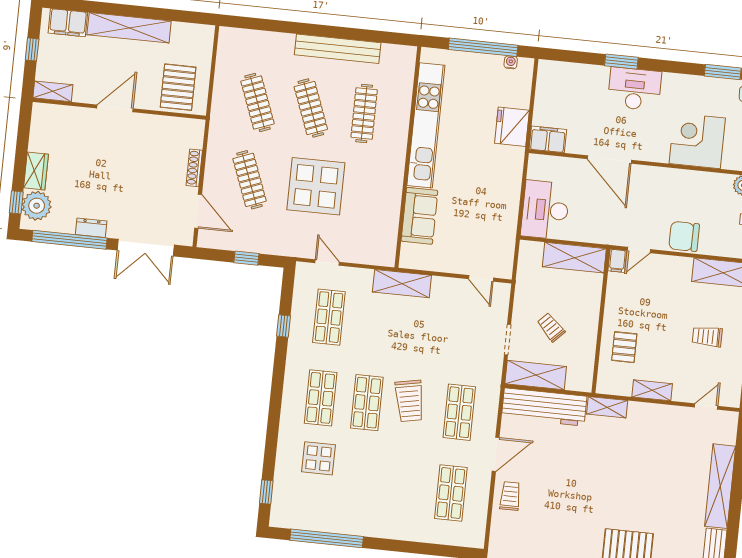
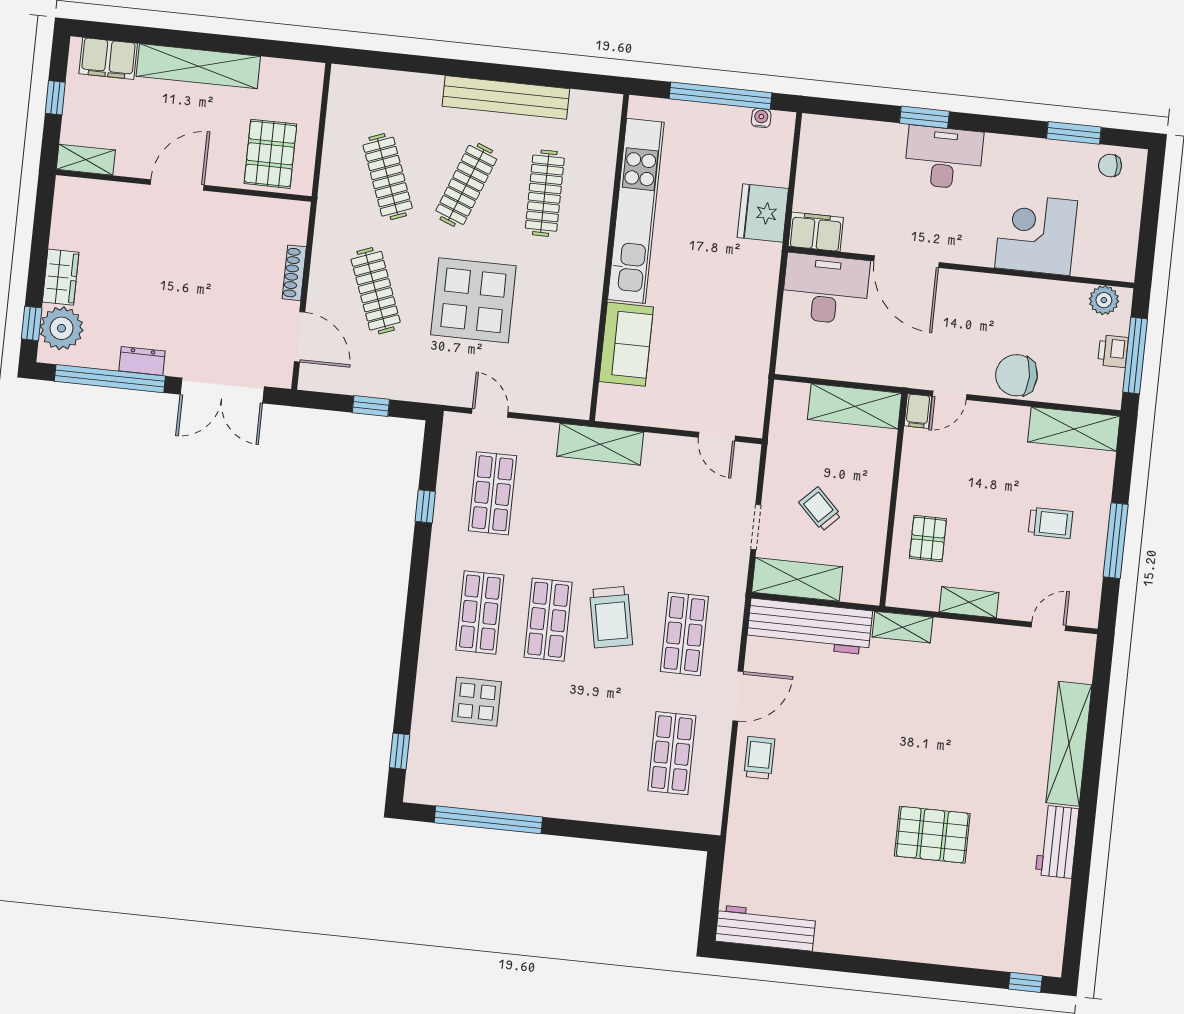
clothes rail: (311, 108) -> (466, 185), turned 42
desk: (545, 210) -> (826, 289), moved, turned 90
trolley: (707, 337) -> (1050, 523), turned 180

